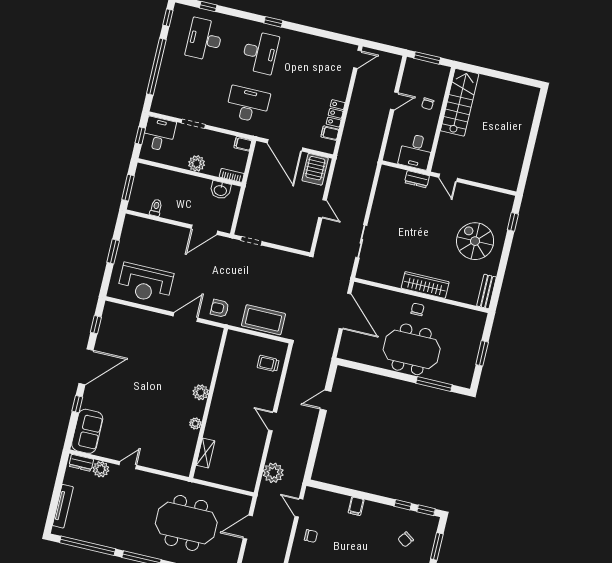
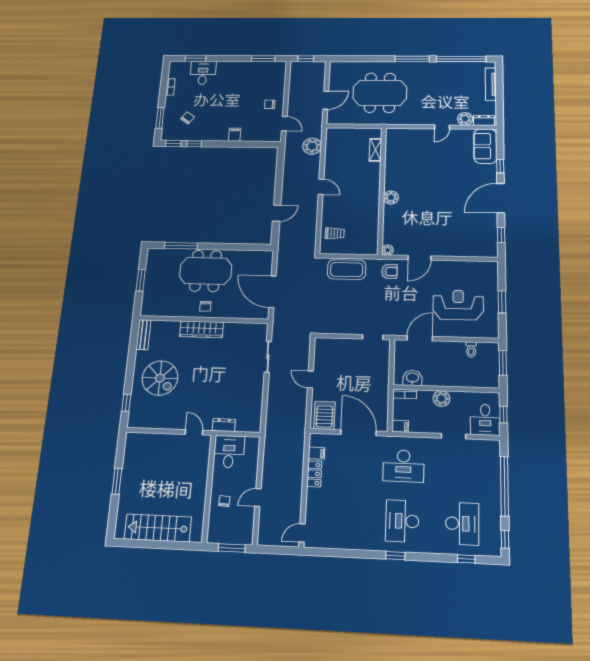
stairs: (460, 102) -> (158, 528), moved, turned 90
window: (531, 143) -> (117, 481), added
reception desk: (145, 283) -> (458, 305), moved
plant: (195, 423) -> (388, 250), moved

